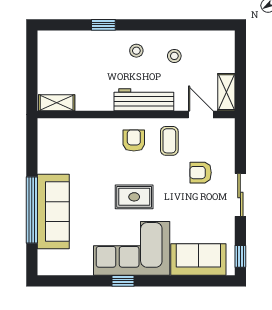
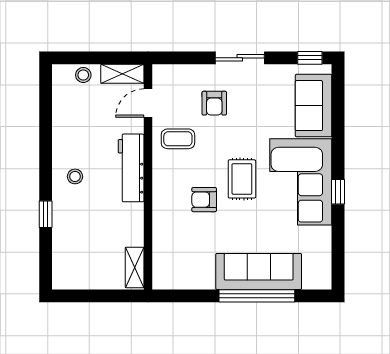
stool: (174, 56) -> (83, 75), moved
armchair: (134, 140) -> (204, 200), moved

